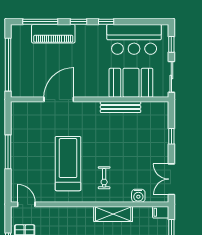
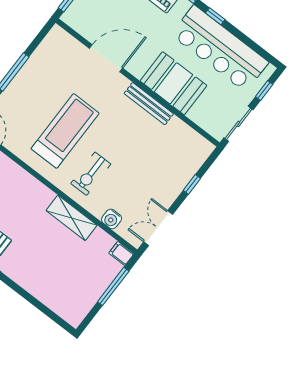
bar counter: (134, 39) -> (220, 48), width x1.36
booth: (131, 83) -> (173, 83), moved
bench: (121, 107) -> (149, 104), moved
exercise bike: (104, 178) -> (91, 174), width x1.38, depth x1.39

